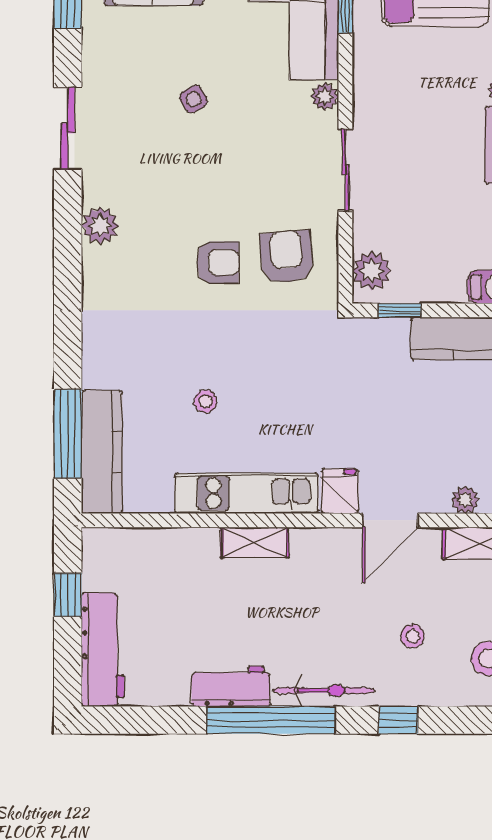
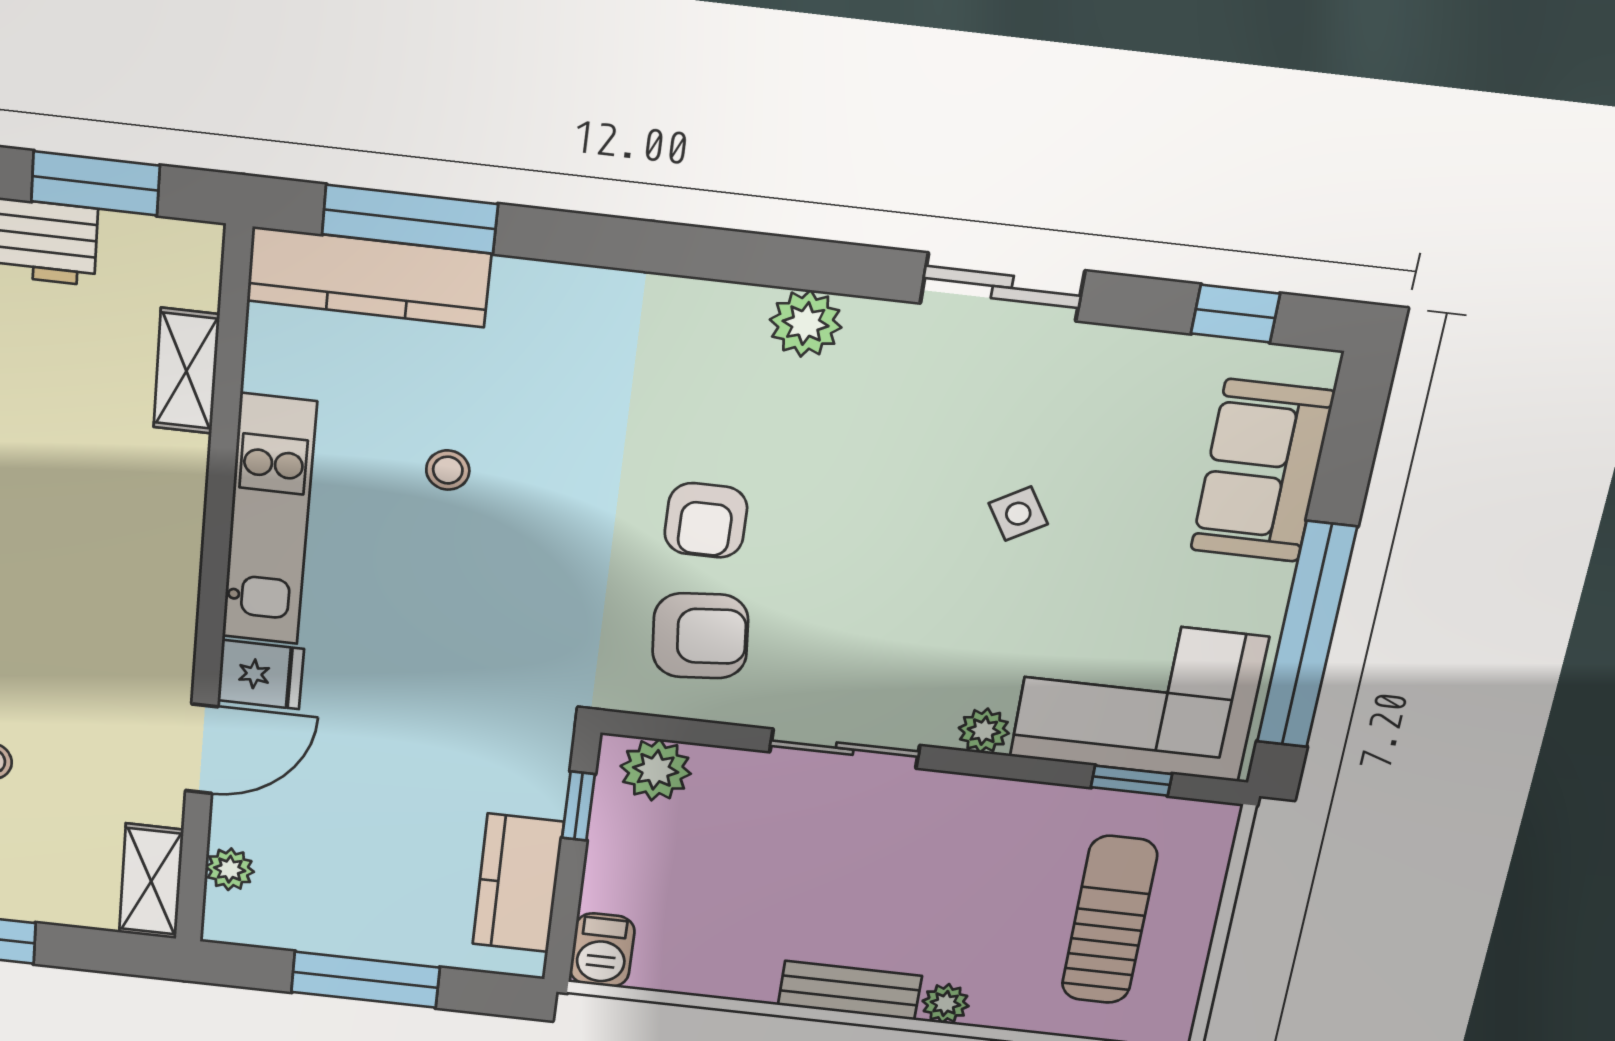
door: (390, 520) -> (202, 749), swing flipped
shelving: (255, 542) -> (186, 371), moved
window: (68, 595) -> (96, 183), width x1.50

